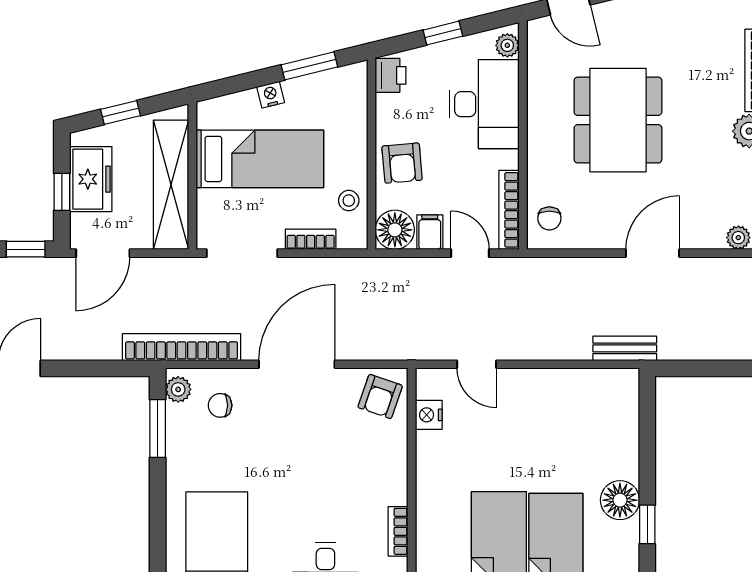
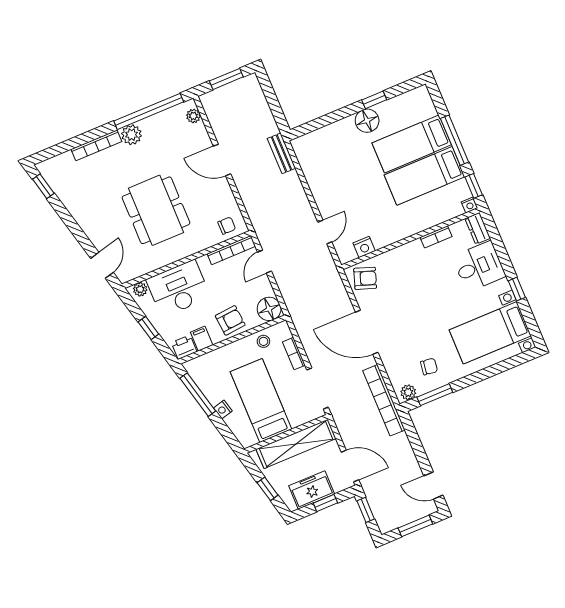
window: (309, 66) -> (198, 395), width x1.44
dining table: (618, 120) -> (156, 210), turned 90
filing cabinet: (430, 232) -> (202, 339), moved, turned 90
chair: (220, 405) -> (429, 367), moved, turned -82

